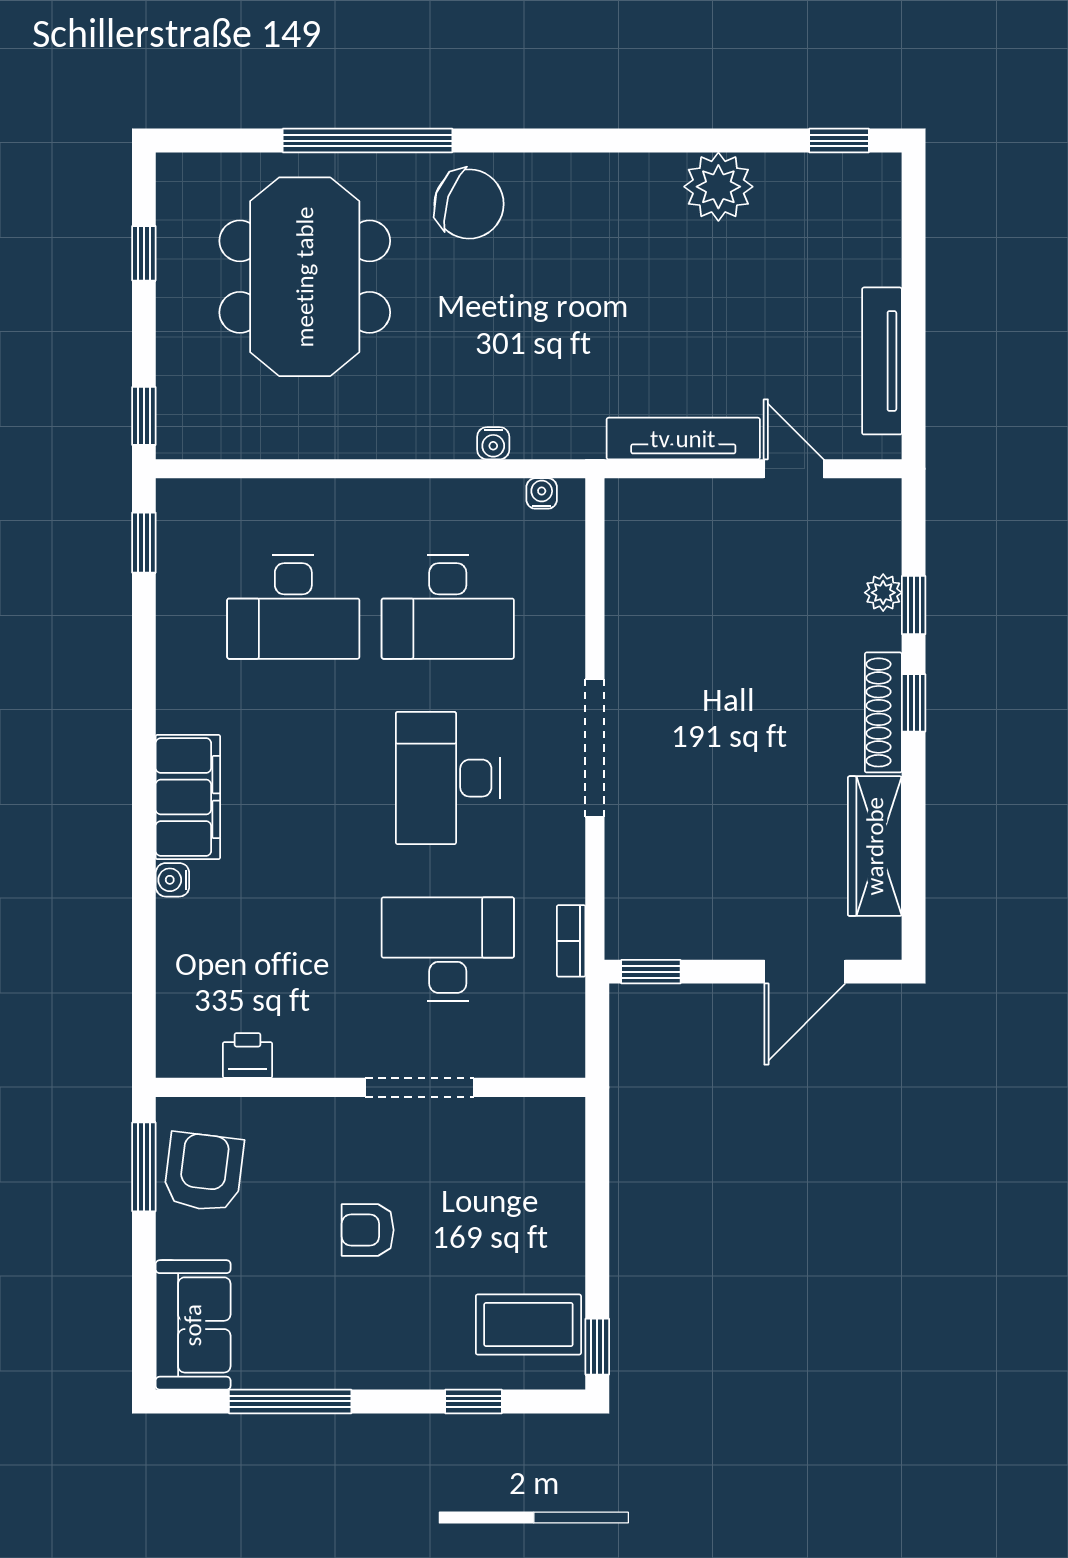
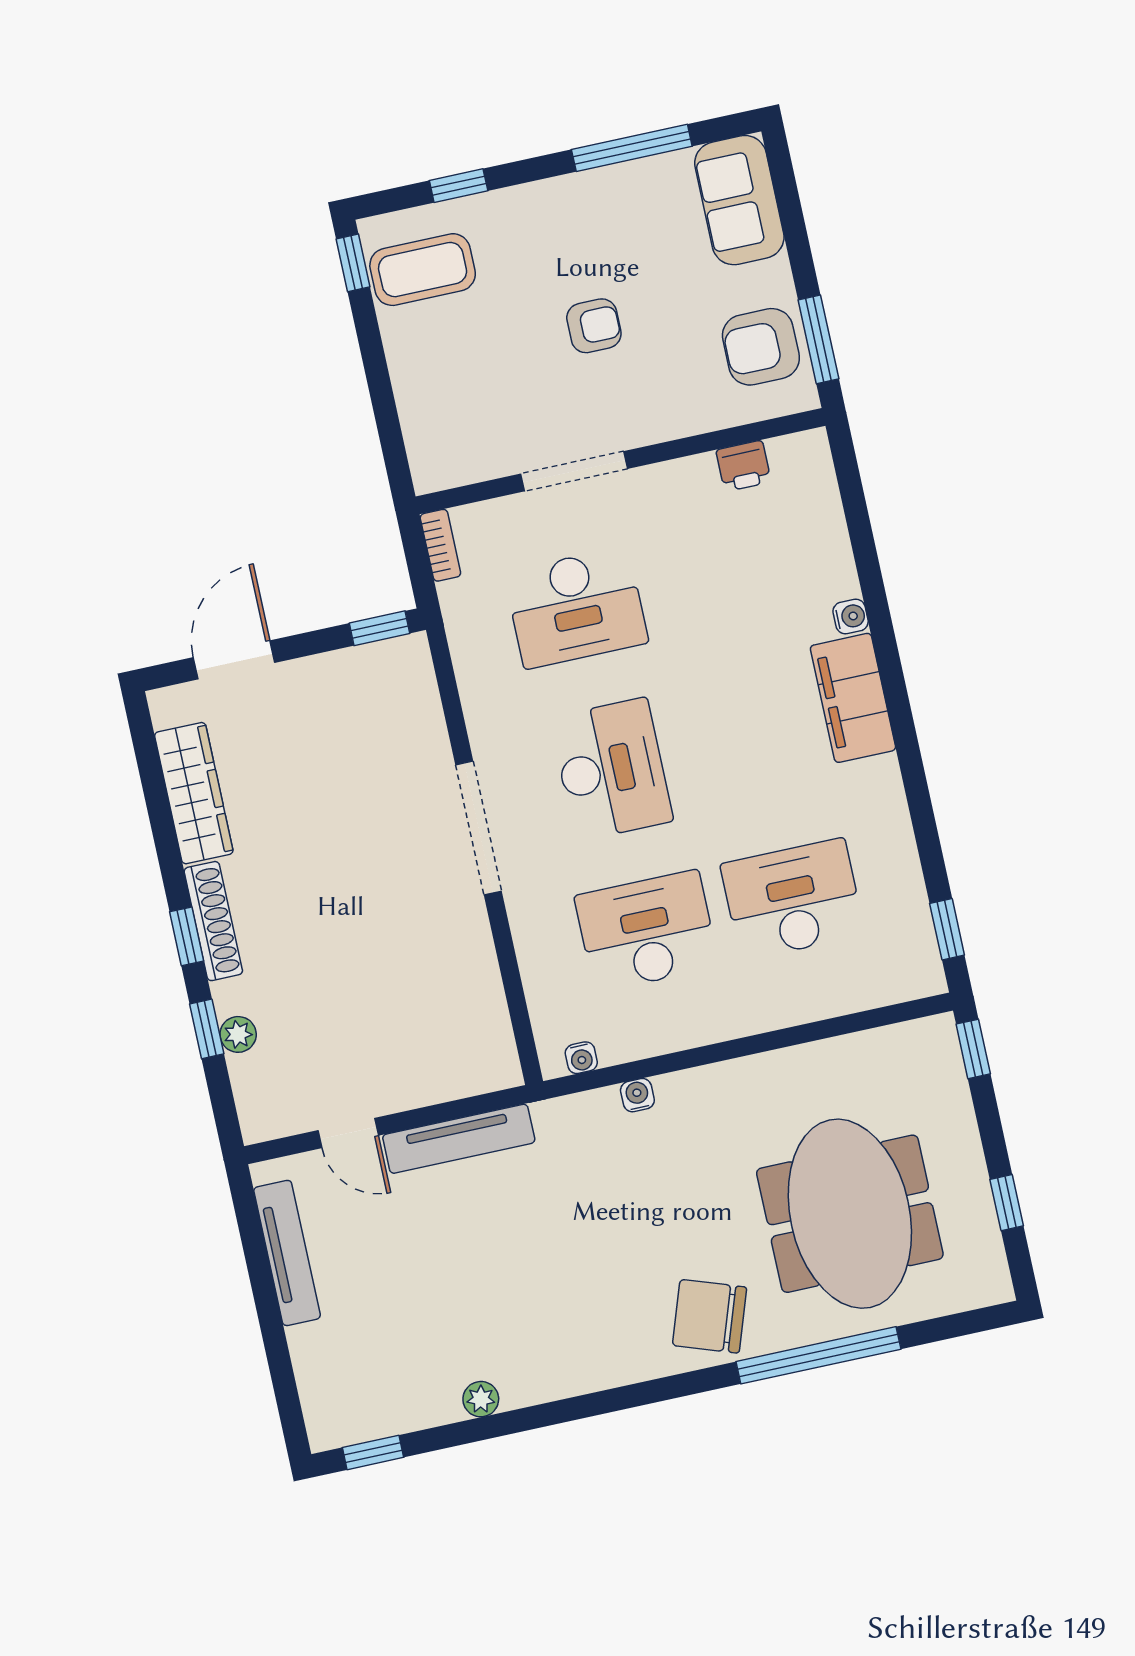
plant: (718, 187) -> (481, 1399), width x0.53, depth x0.53
bookcase: (571, 941) -> (440, 545), moved
armchair: (204, 1172) -> (761, 347), turned 83

